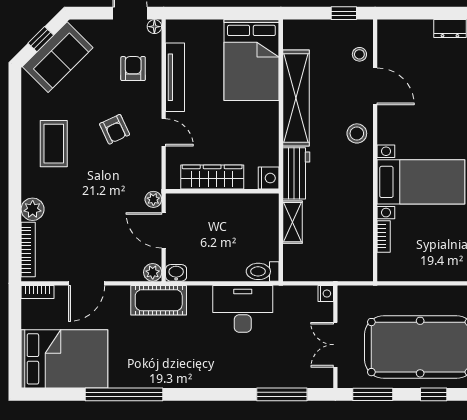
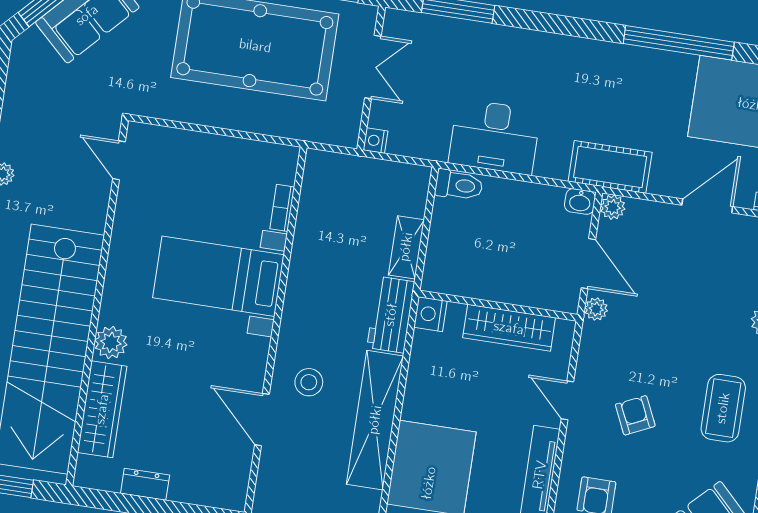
stool: (359, 54) -> (277, 468), removed
stool: (357, 133) -> (309, 382), moved

